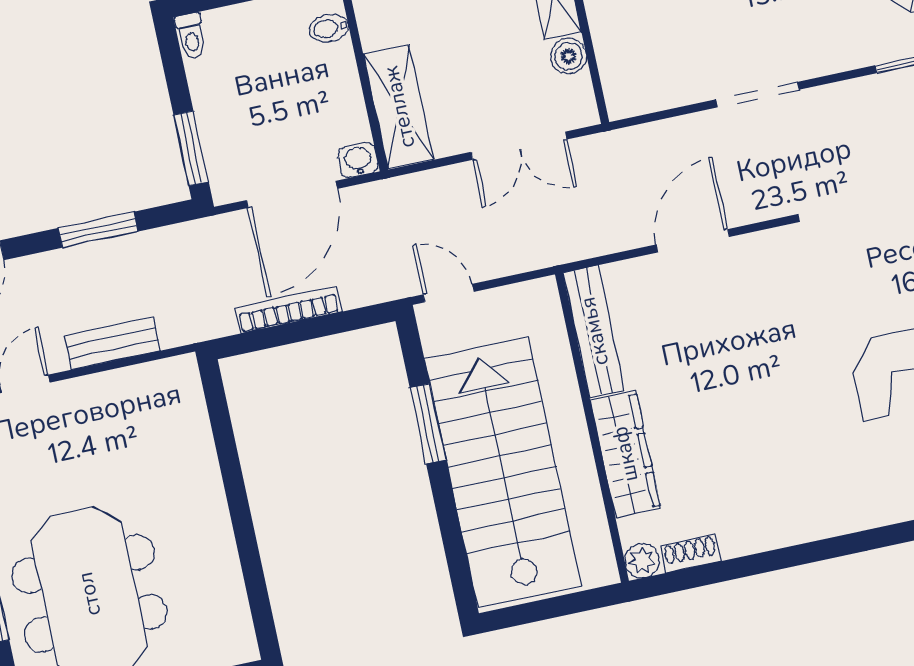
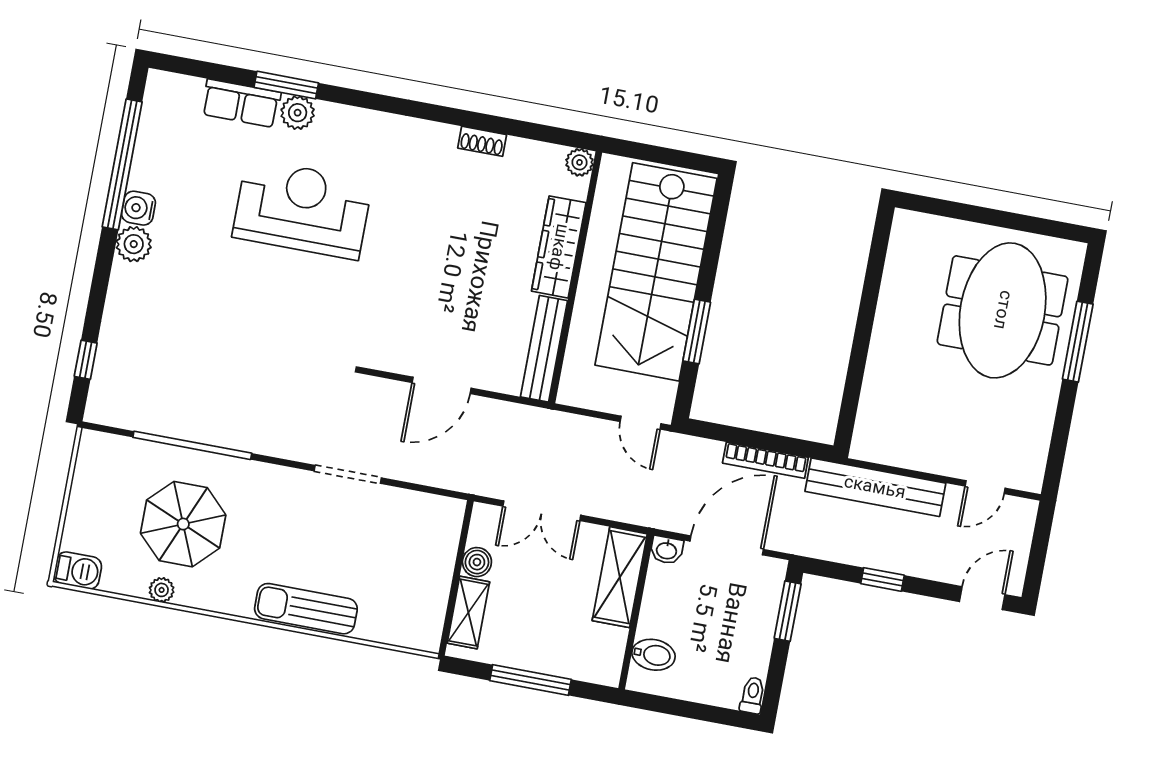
bidet: (329, 28) -> (653, 655), width x1.38, depth x1.36
double door: (519, 146) -> (542, 511), swing flipped
window: (98, 230) -> (882, 579), width x0.67
bench: (113, 343) -> (875, 487), width x1.86, depth x1.21
shoe rack: (690, 554) -> (482, 141), moved

